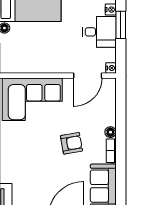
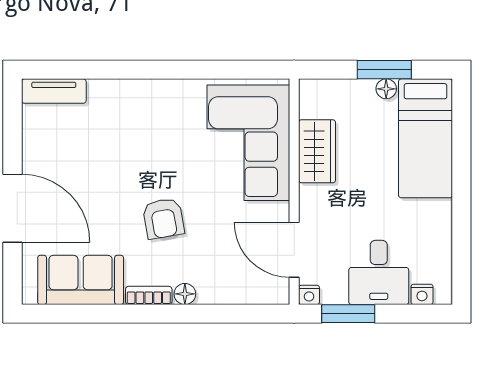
window: (121, 25) -> (348, 314), moved
wardrobe: (37, 64) -> (317, 151), added

